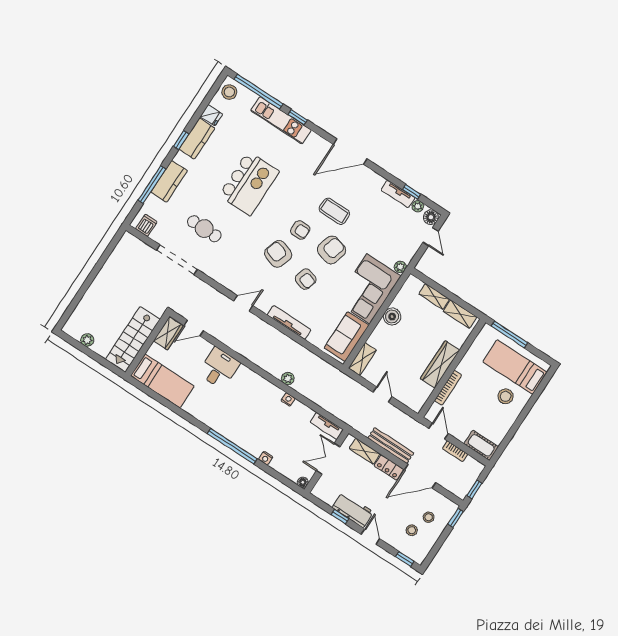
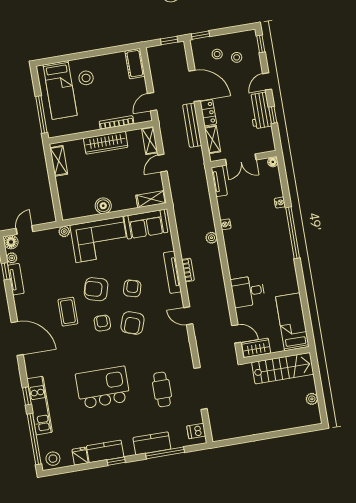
shelving: (434, 297) -> (150, 141), moved
bookcase: (455, 451) -> (188, 270), moved

